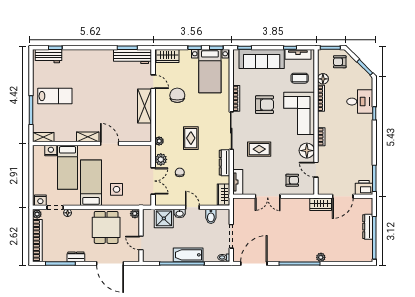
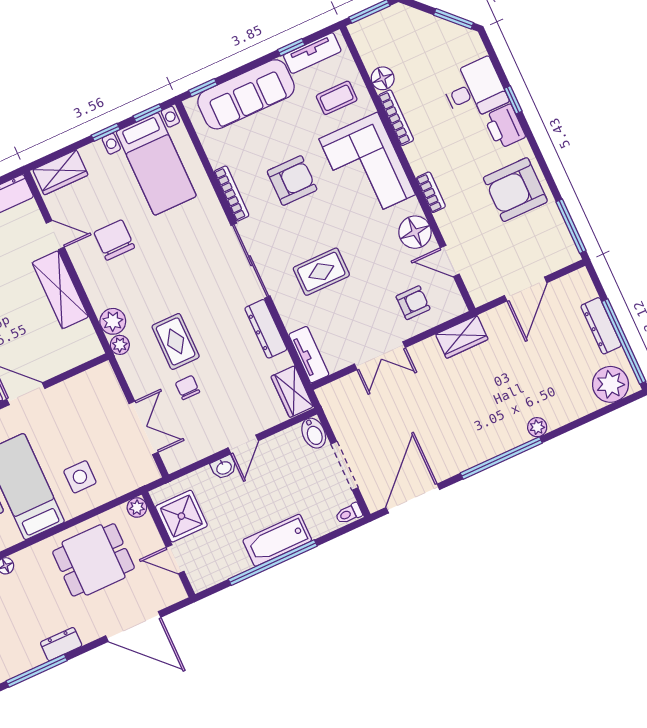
armchair: (340, 62) -> (515, 190), moved, width x1.88, depth x1.88
rug: (191, 138) -> (176, 341), moved
plant: (161, 159) -> (113, 321), moved
printer: (364, 188) -> (505, 126), moved, turned -90
wardrobe: (321, 204) -> (462, 337), moved
door: (192, 207) -> (243, 444), swing flipped
bidet: (211, 216) -> (314, 433), moved
shower: (164, 218) -> (181, 516), moved
dining table: (106, 227) -> (94, 560), turned 90
plant: (360, 253) -> (610, 384), added

